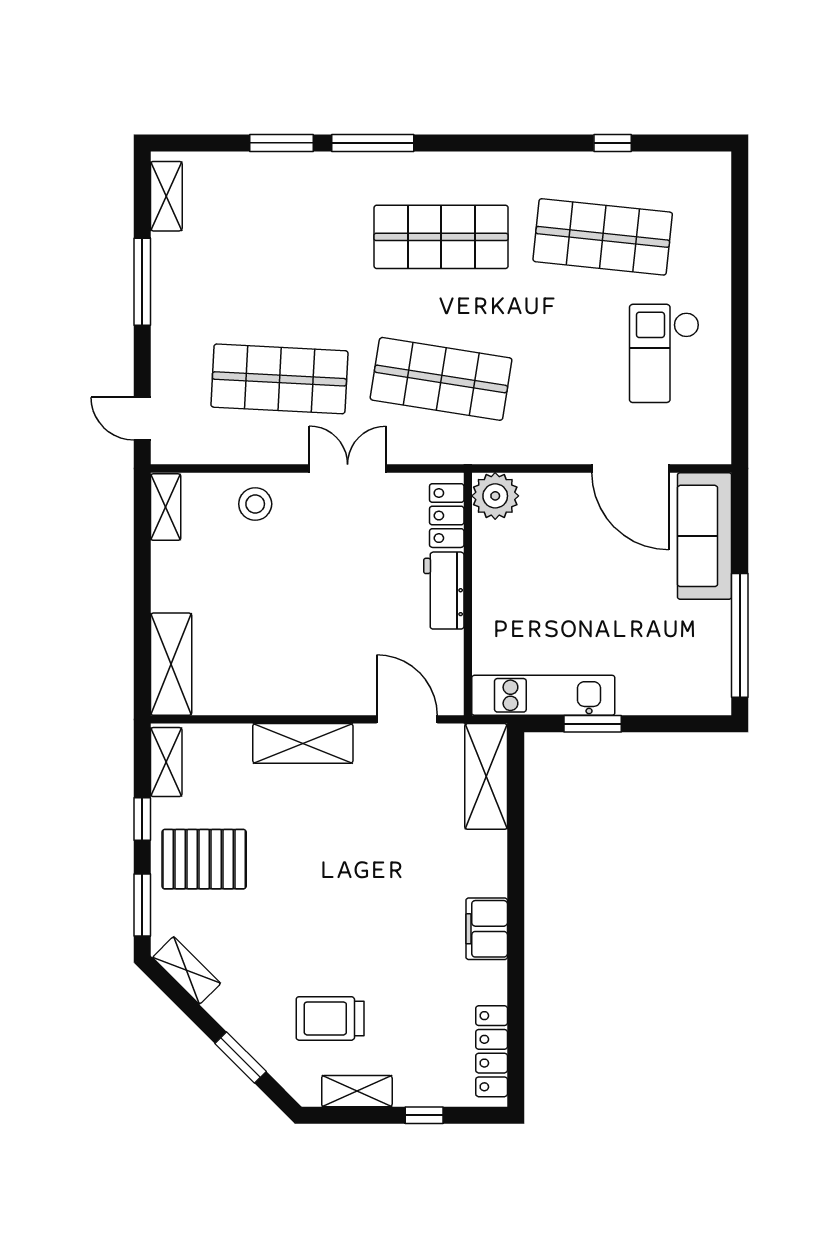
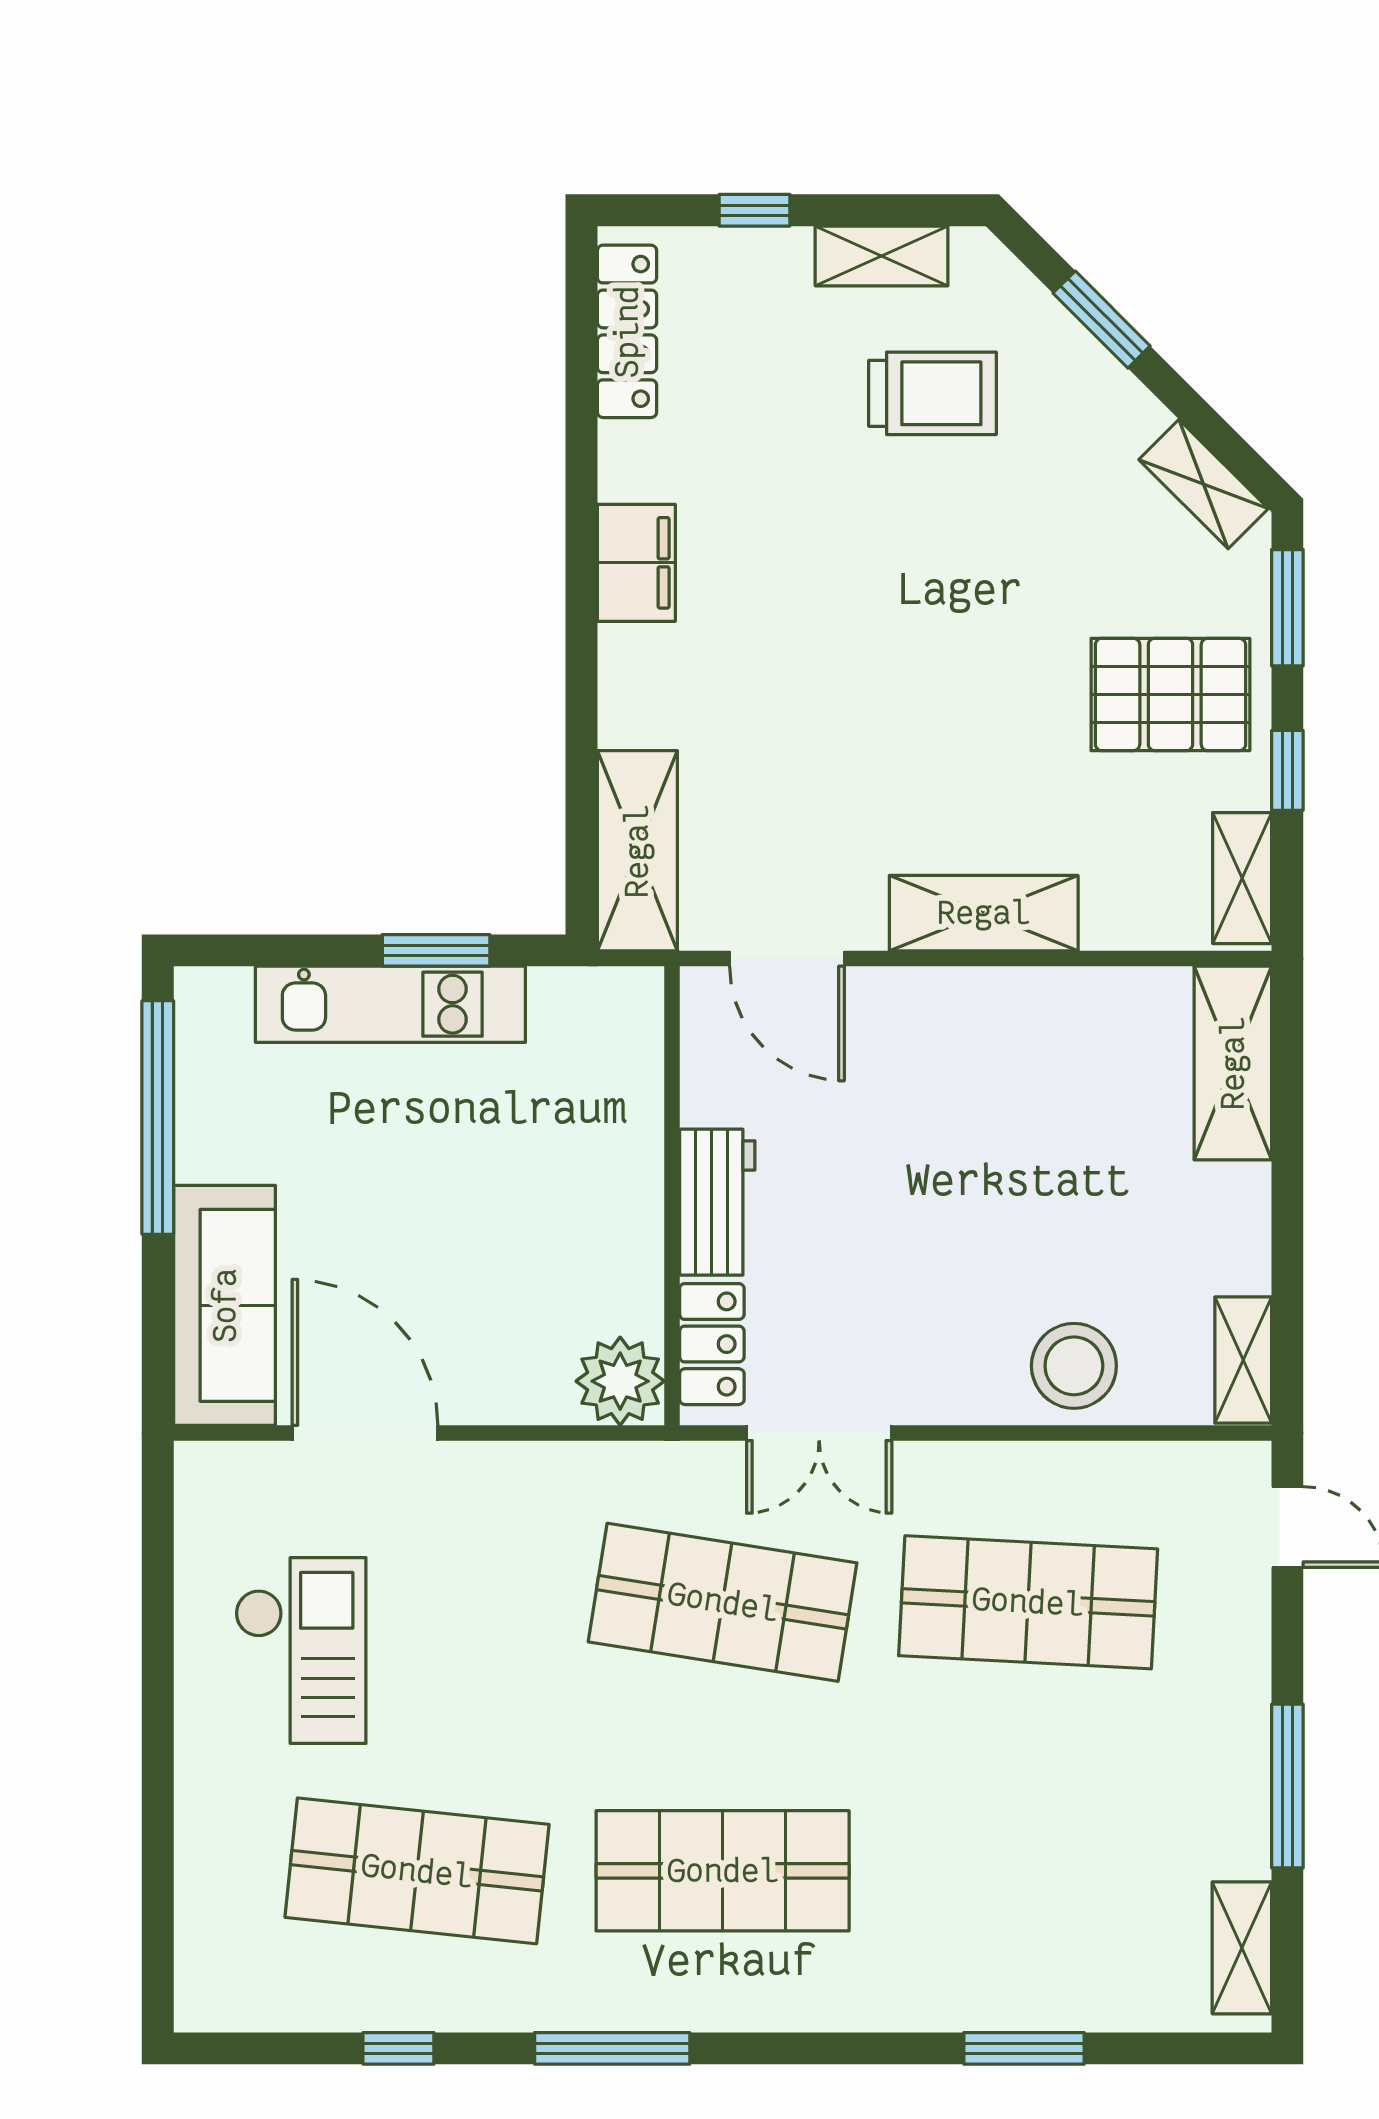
window: (373, 143) -> (612, 2048), moved
double door: (348, 468) -> (819, 1433), moved
stool: (255, 504) -> (1074, 1366), width x1.38, depth x1.38
kitchen unit: (543, 695) -> (390, 1004), moved

